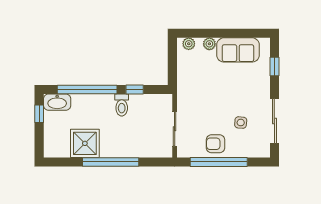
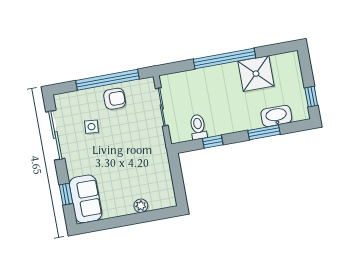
plant: (189, 44) -> (163, 202), removed
sofa: (238, 50) -> (86, 199), moved, turned 90
window: (87, 89) -> (264, 132), width x0.47
washbasin: (57, 102) -> (276, 116), moved
toilet: (122, 105) -> (198, 127), moved

